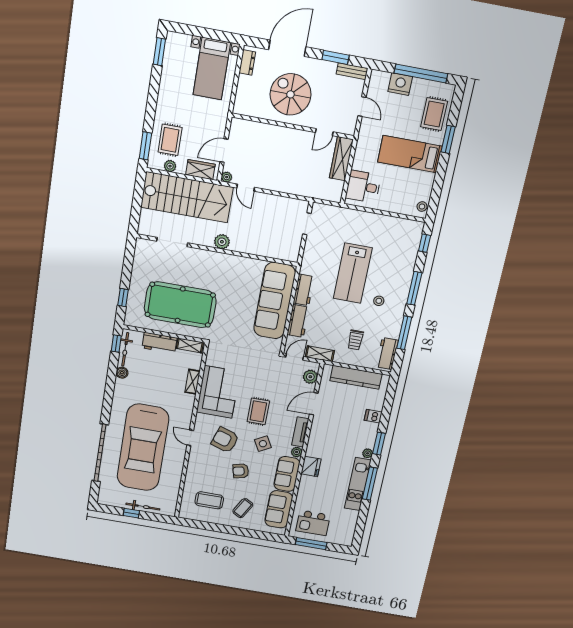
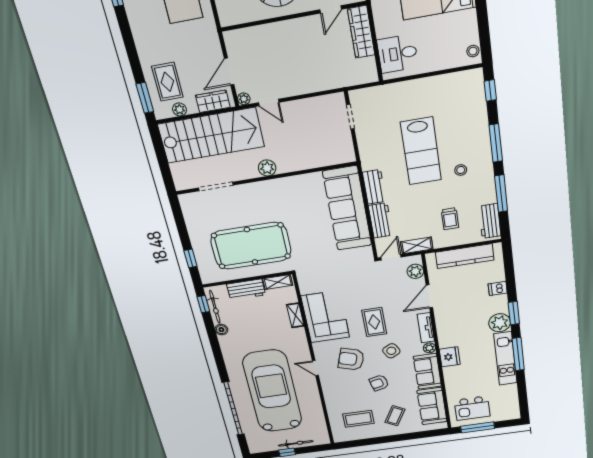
car: (143, 448) -> (272, 391), turned 180
plant: (368, 453) -> (500, 323), width x1.87, depth x1.87

